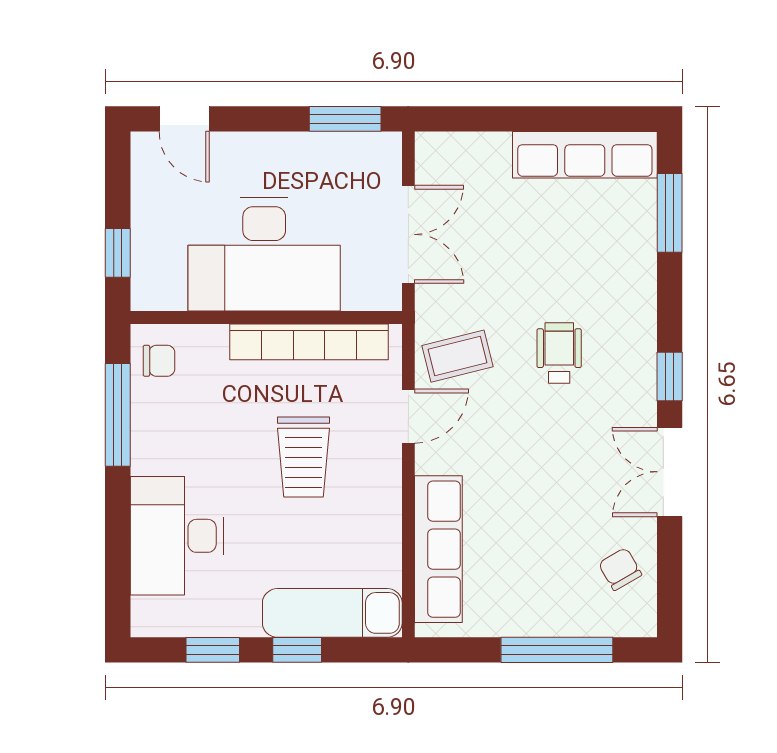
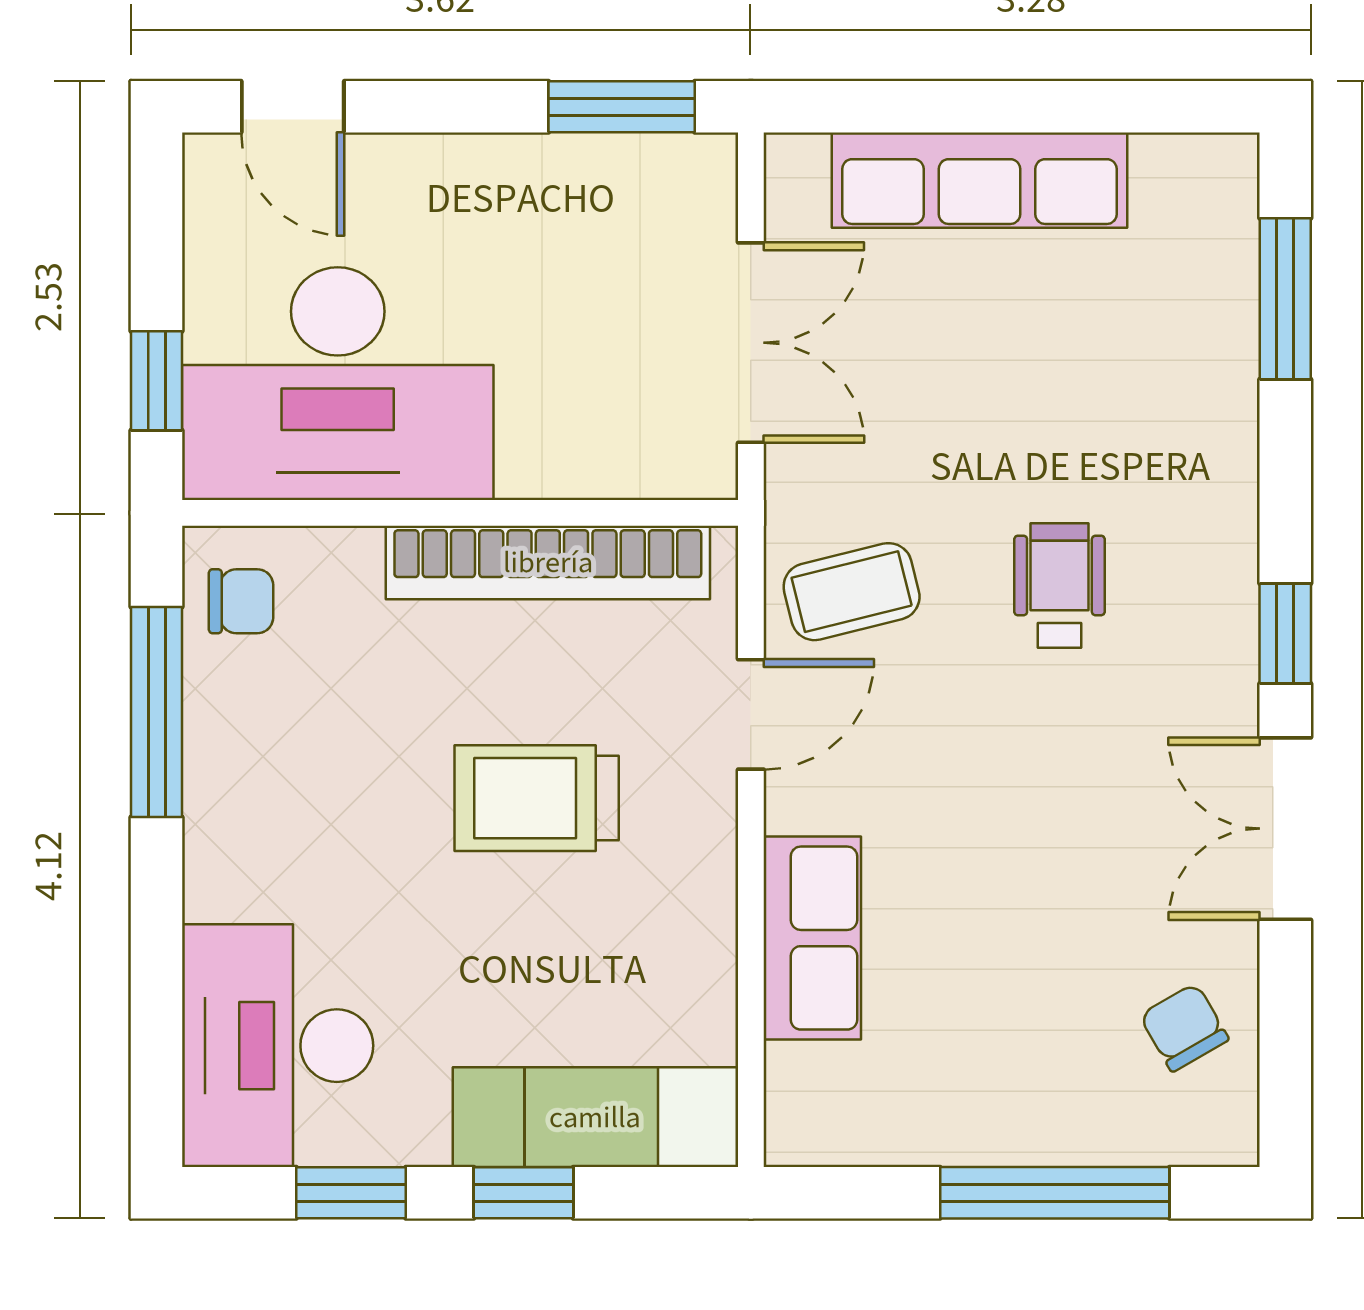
row of seats: (585, 155) -> (979, 180), moved
desk: (264, 254) -> (338, 384), moved
trolley: (304, 457) -> (537, 798), turned 90
desk: (177, 536) -> (278, 1046), moved
row of seats: (438, 549) -> (812, 938), width x0.68

